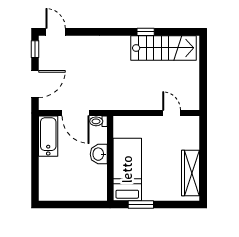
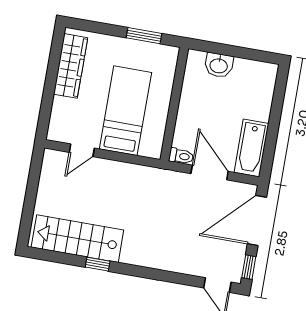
door: (35, 84) -> (257, 221), width x1.36
door: (172, 113) -> (82, 150), hinge flipped
washbasin: (99, 154) -> (219, 65), moved, turned 90
bed: (127, 169) -> (125, 111), moved, turned 180

